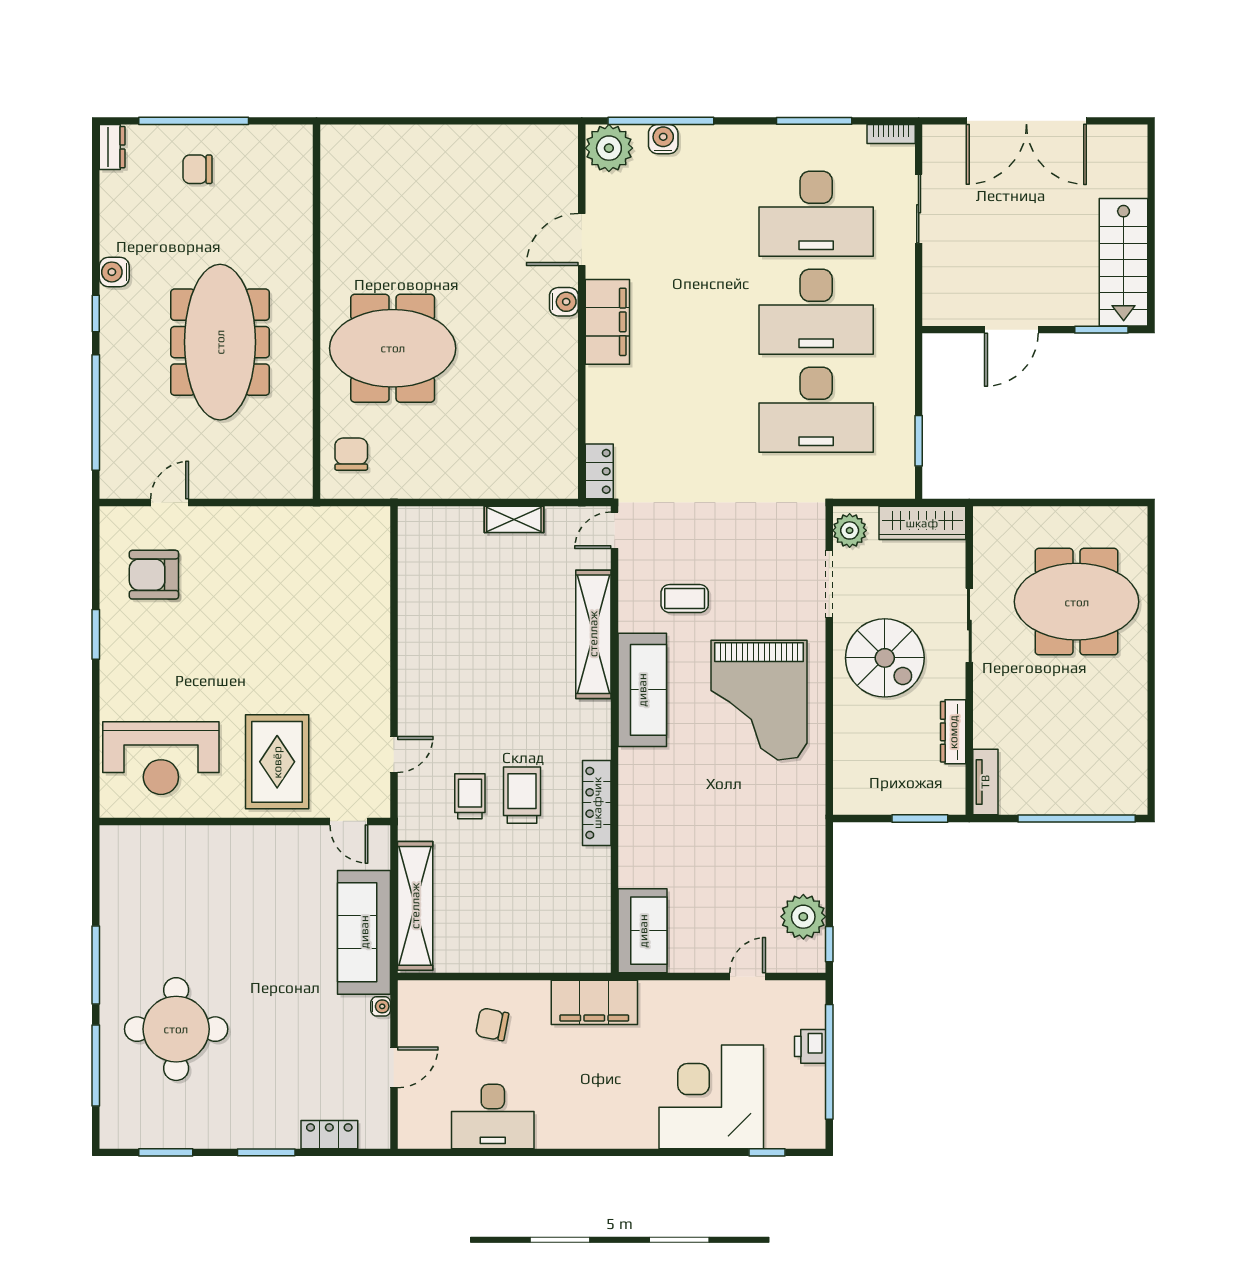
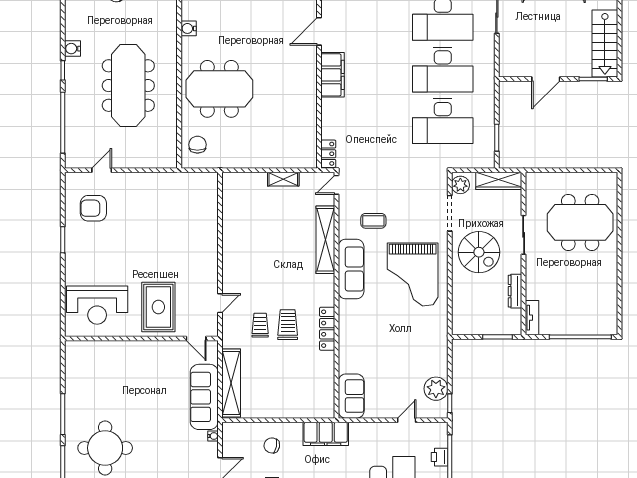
water cooler: (564, 302) -> (189, 28), moved, turned 180

